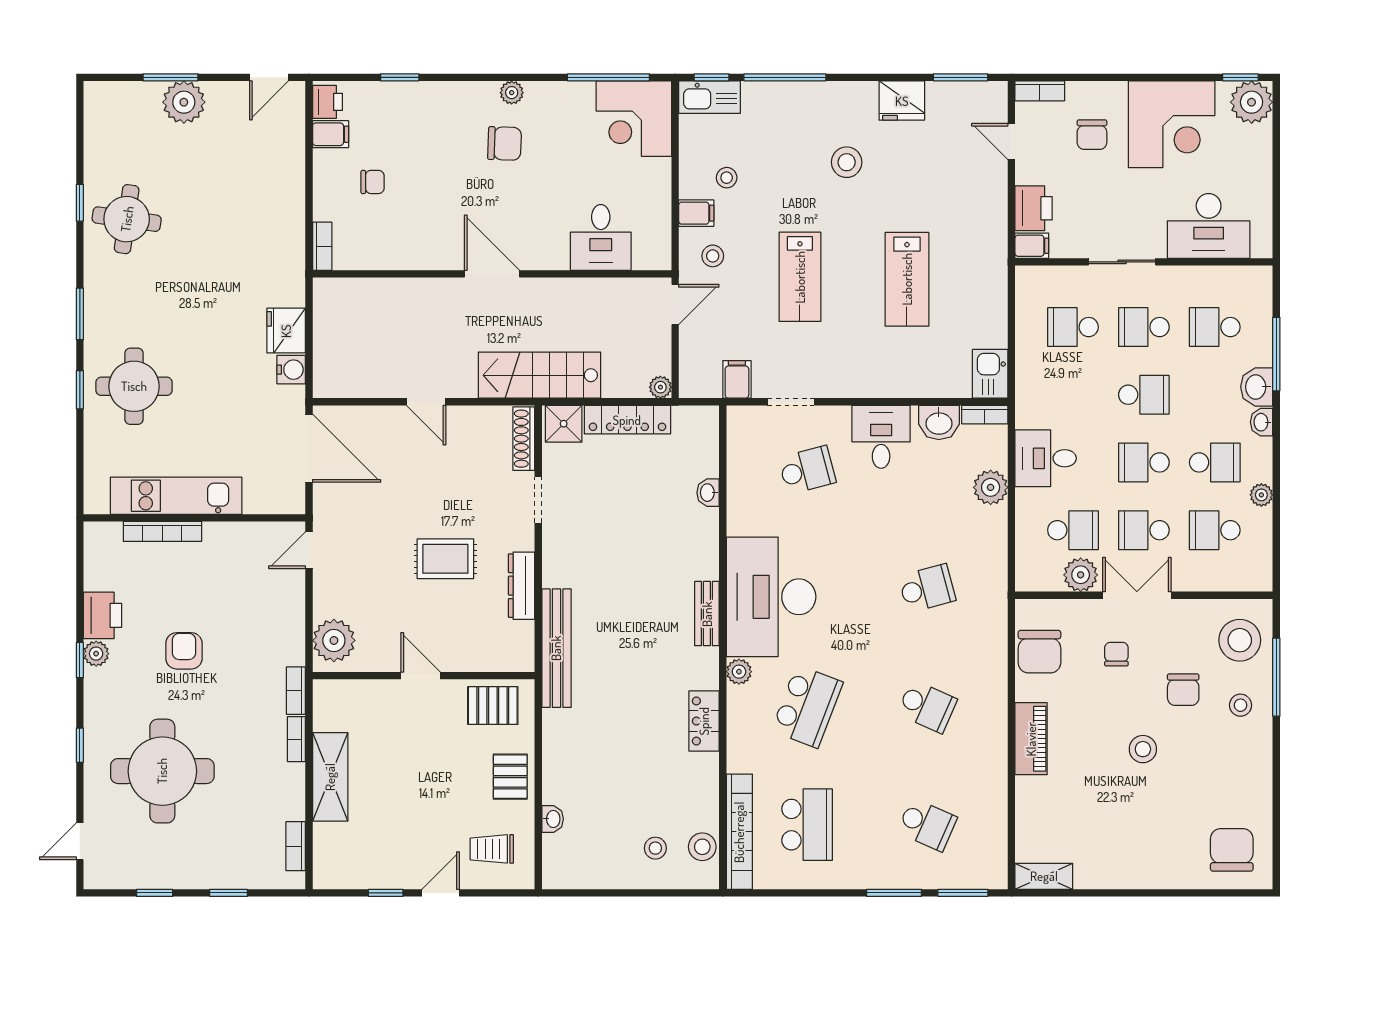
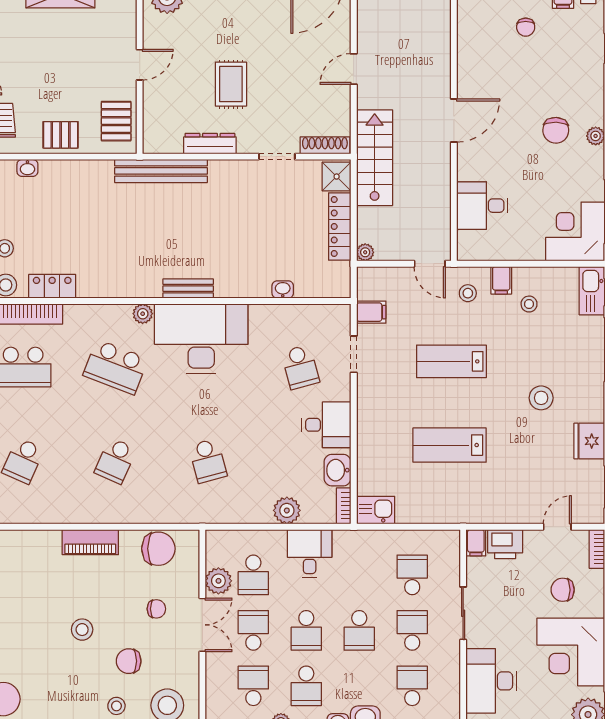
school desk: (1144, 462) -> (306, 630), turned 180
chair: (1039, 652) -> (158, 549), turned 180
locker: (704, 721) -> (52, 286), moved

